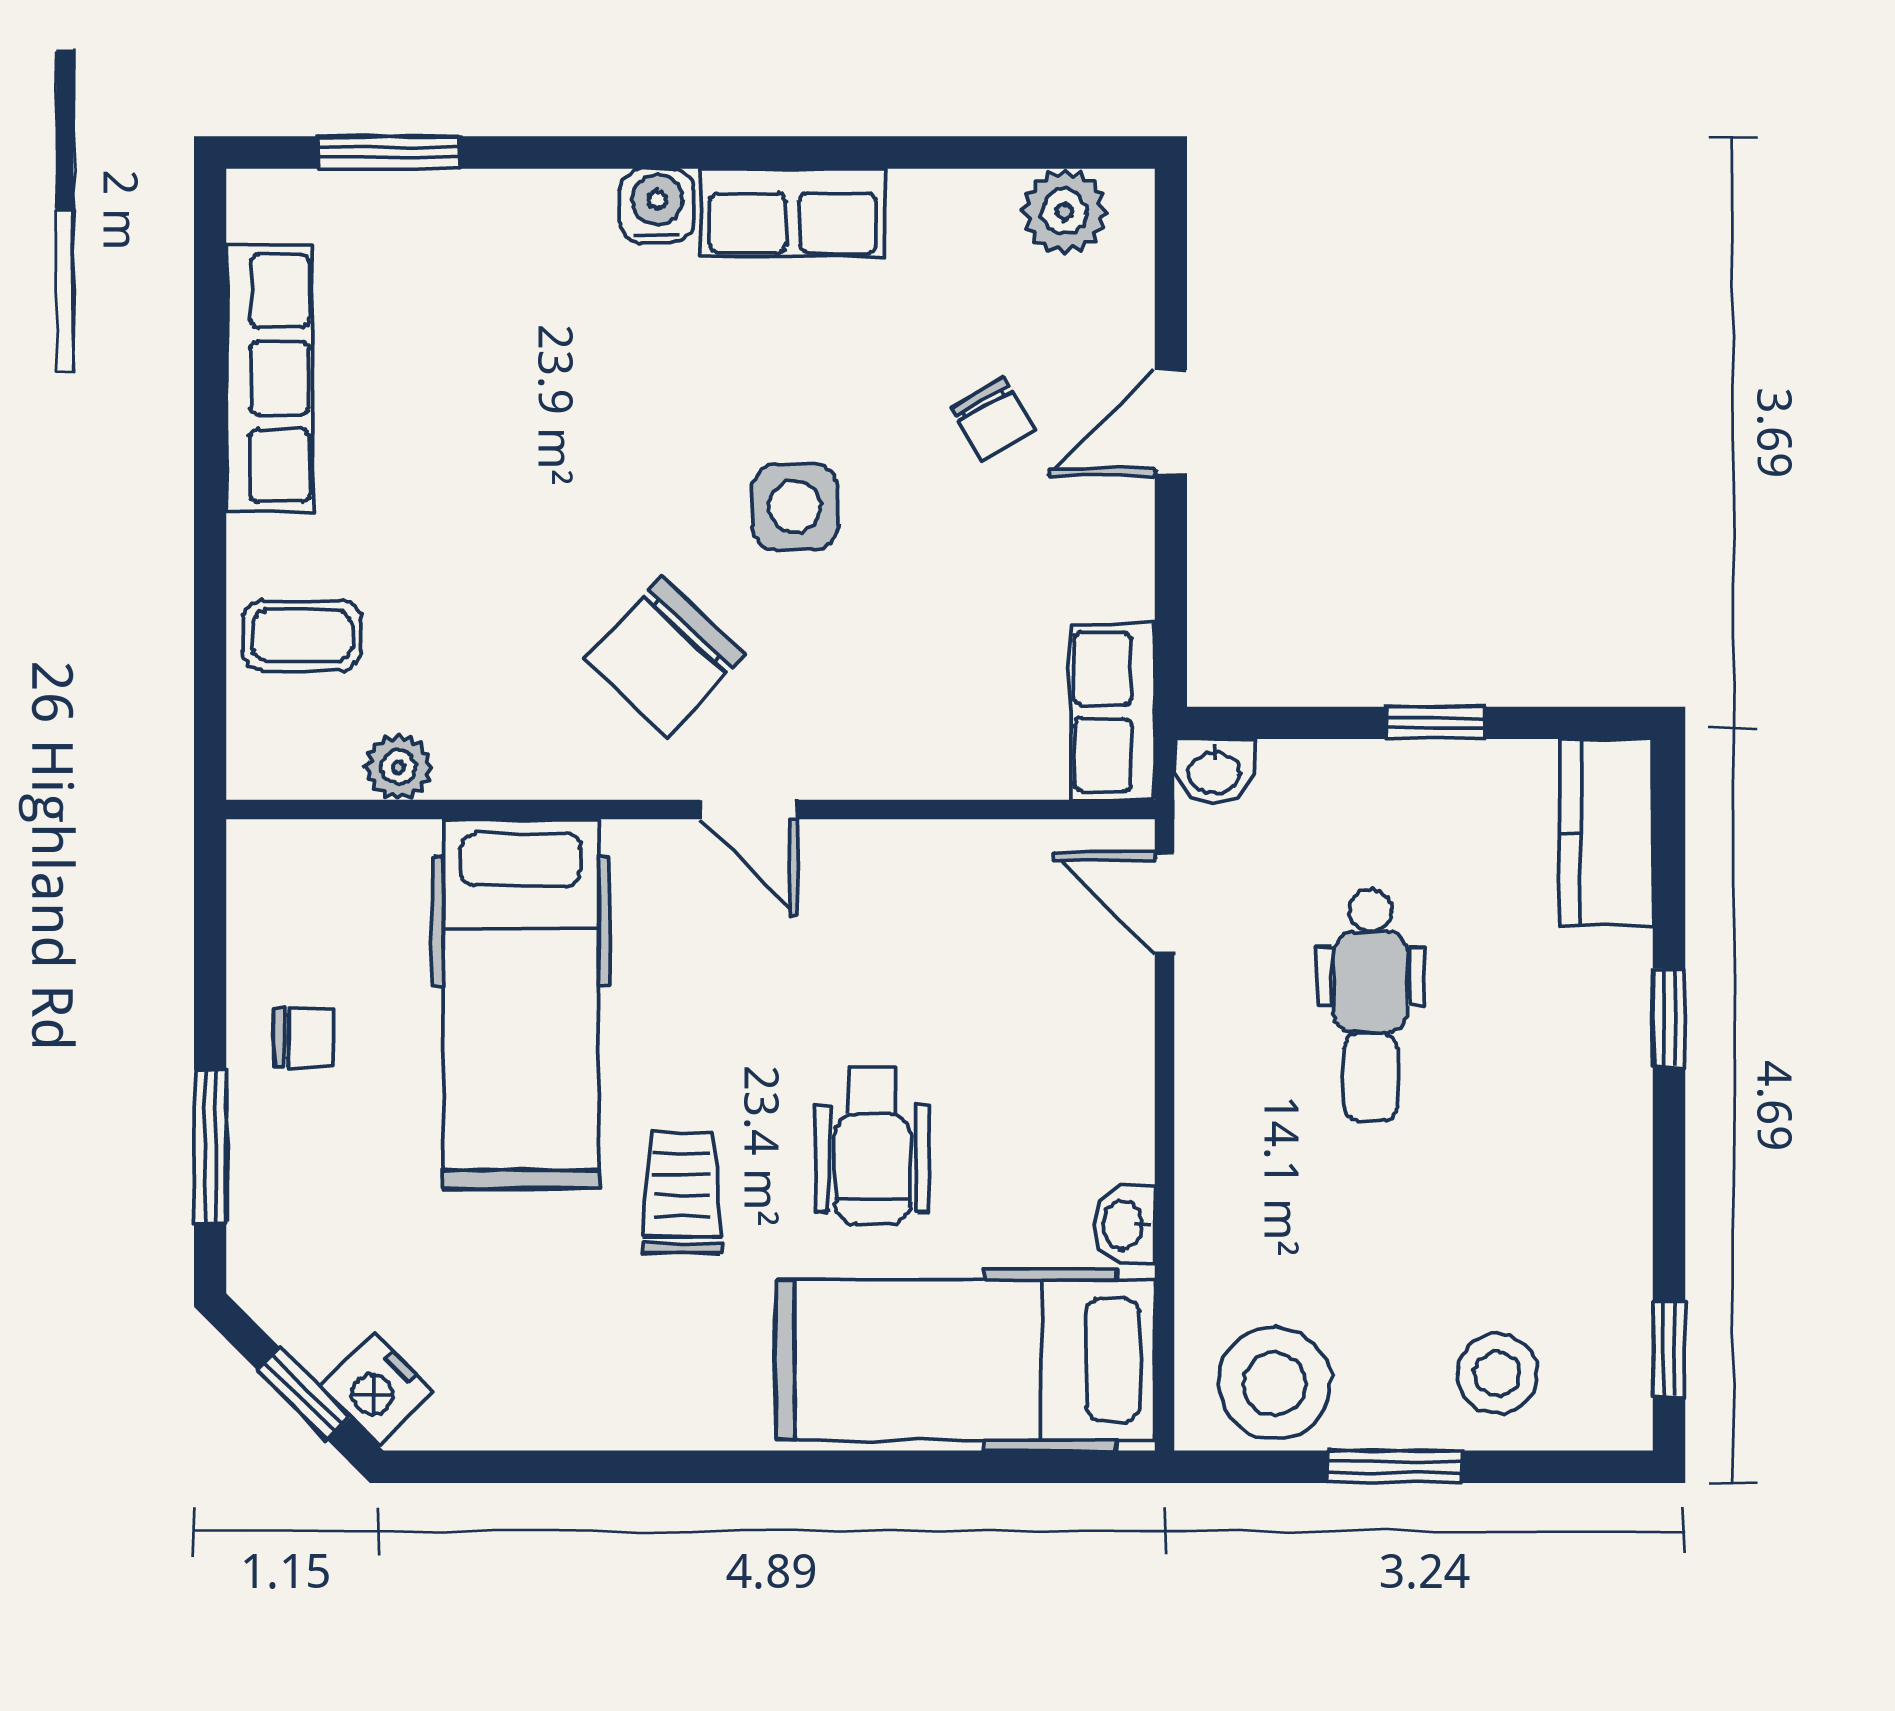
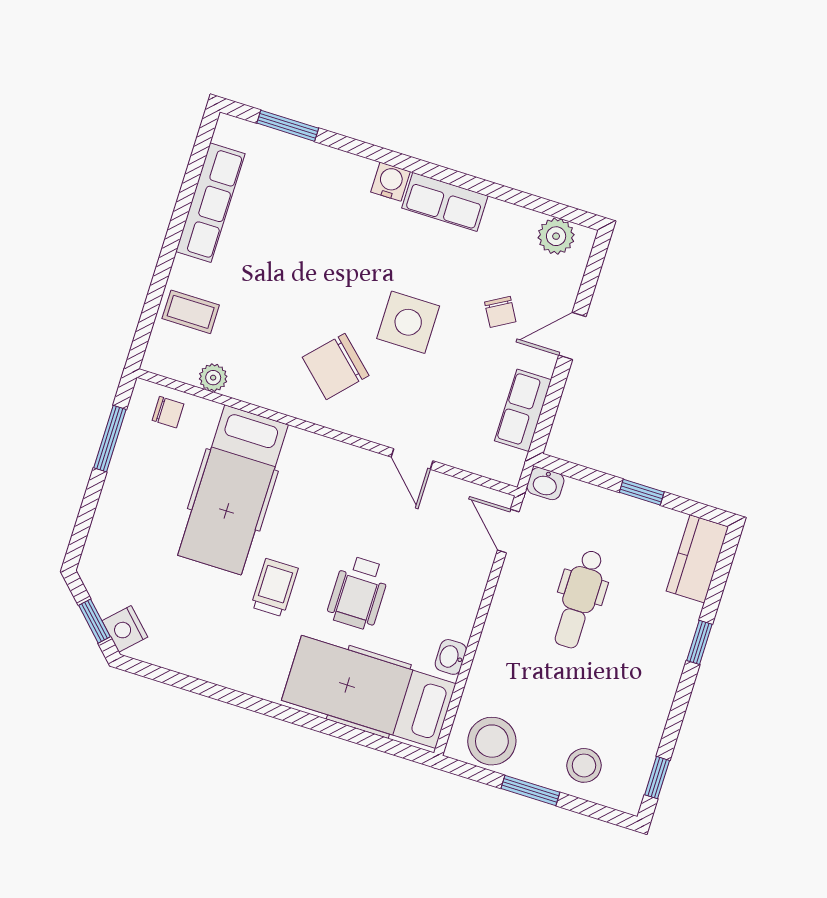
side table: (795, 507) -> (408, 322), width x1.37, depth x1.37
row of seats: (1113, 712) -> (523, 410), moved
door: (749, 810) -> (412, 459), moved
chair: (304, 1038) -> (168, 412), moved
window: (210, 1146) -> (110, 439), moved

